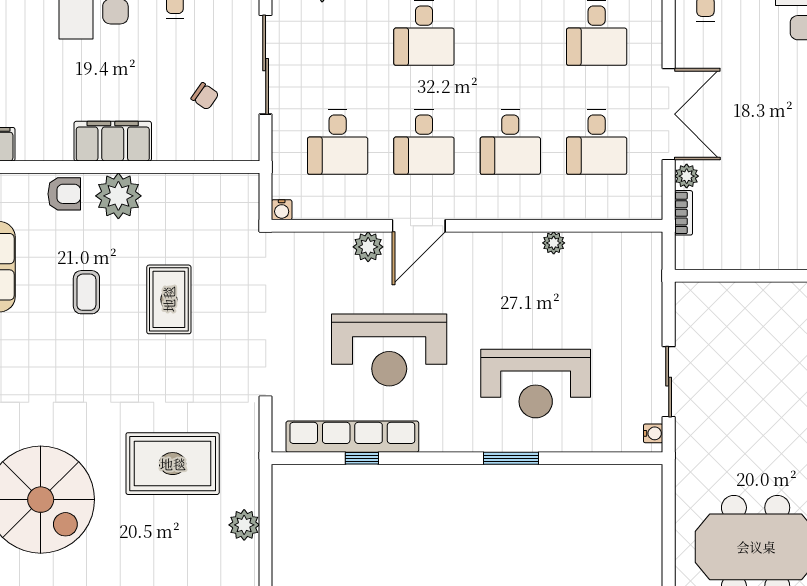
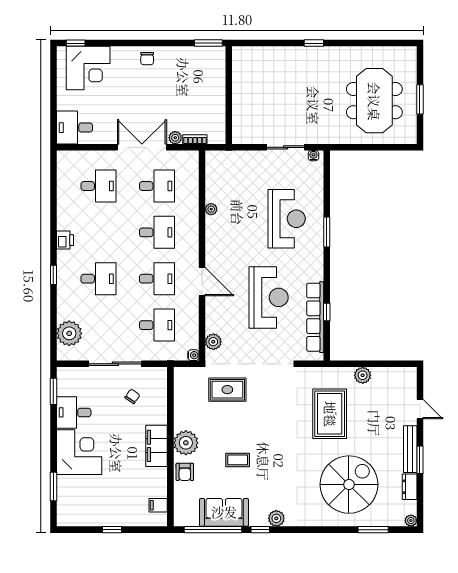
armchair: (64, 194) -> (185, 472), turned 180
plant: (368, 247) -> (213, 342), moved
rug: (169, 299) -> (227, 390), moved

